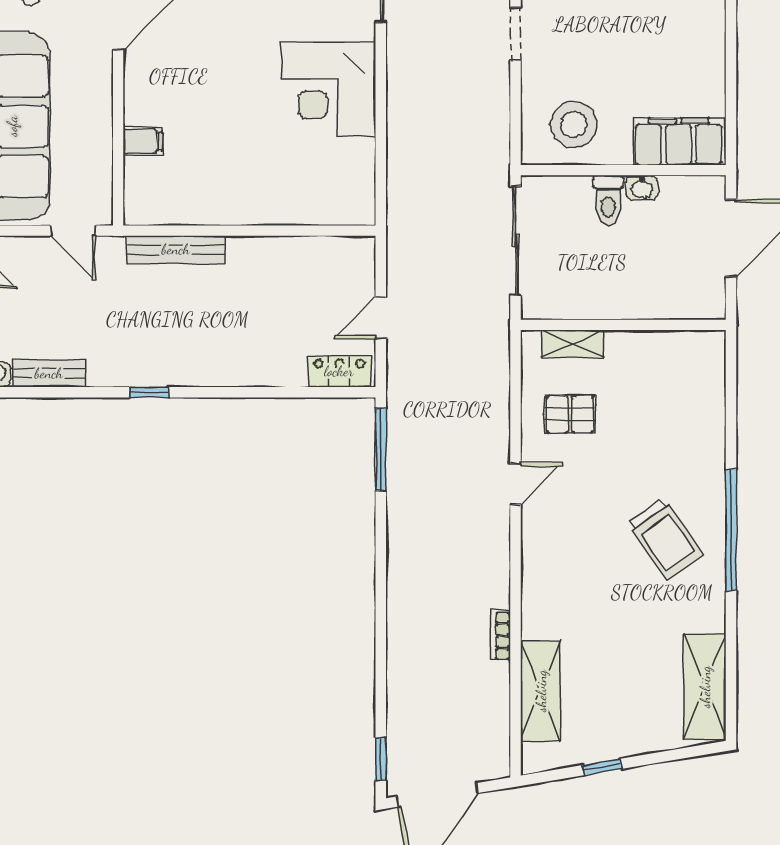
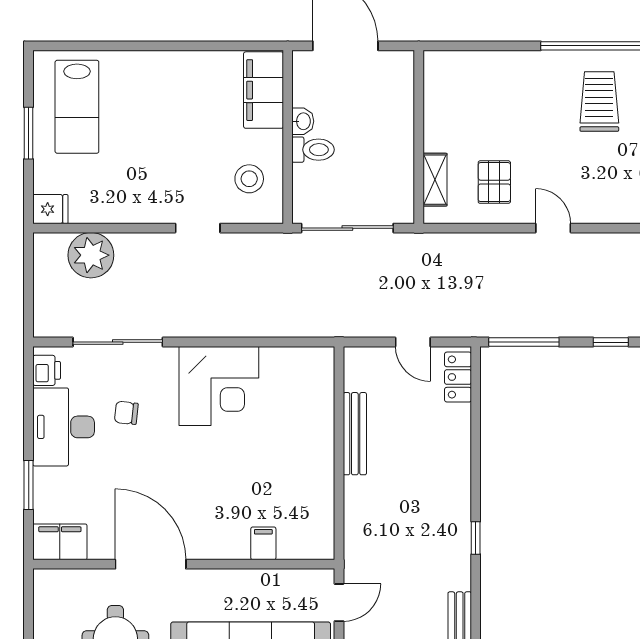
doorway: (515, 34) -> (198, 228), moved
stool: (574, 124) -> (249, 179), width x0.73, depth x0.73
bench: (176, 249) -> (355, 434), moved
trolley: (665, 538) -> (599, 102), turned -55
window: (381, 552) -> (611, 342), added

